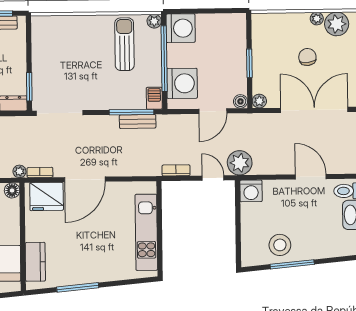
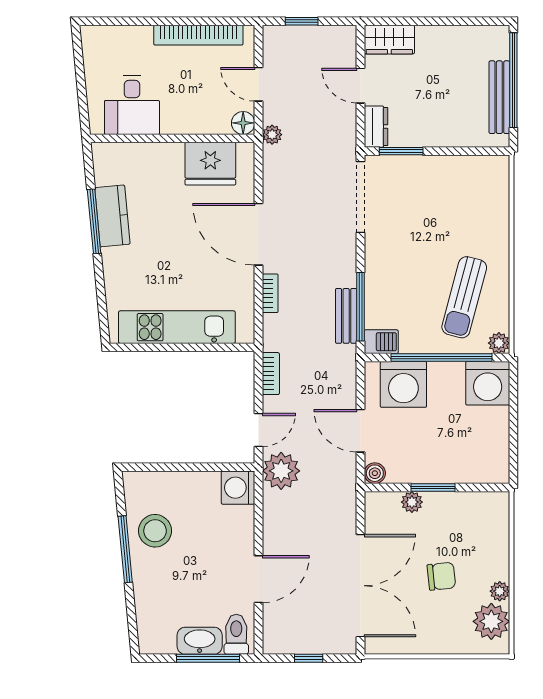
sun lounger: (124, 44) -> (464, 297), turned 105
plant: (259, 101) -> (412, 502), moved
bookcase: (40, 172) -> (270, 293), moved
fridge: (47, 197) -> (210, 164), moved, turned -90
kitchen counter: (35, 262) -> (112, 216), moved, turned -95

